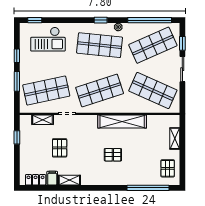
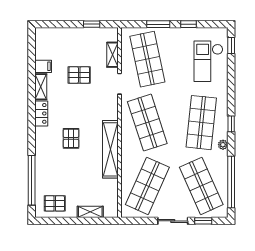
locker: (36, 180) -> (41, 113), moved

